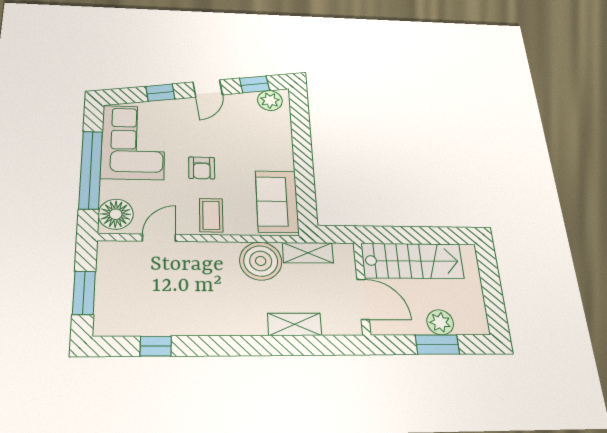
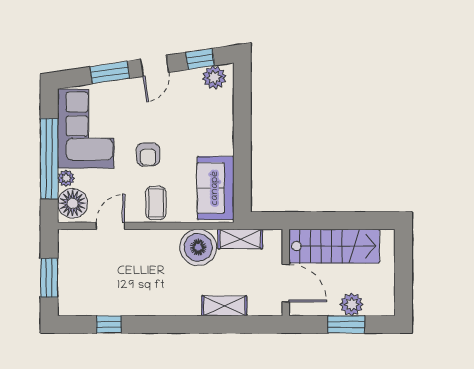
window: (160, 93) -> (110, 72), width x1.50
plant: (109, 189) -> (66, 178), added

